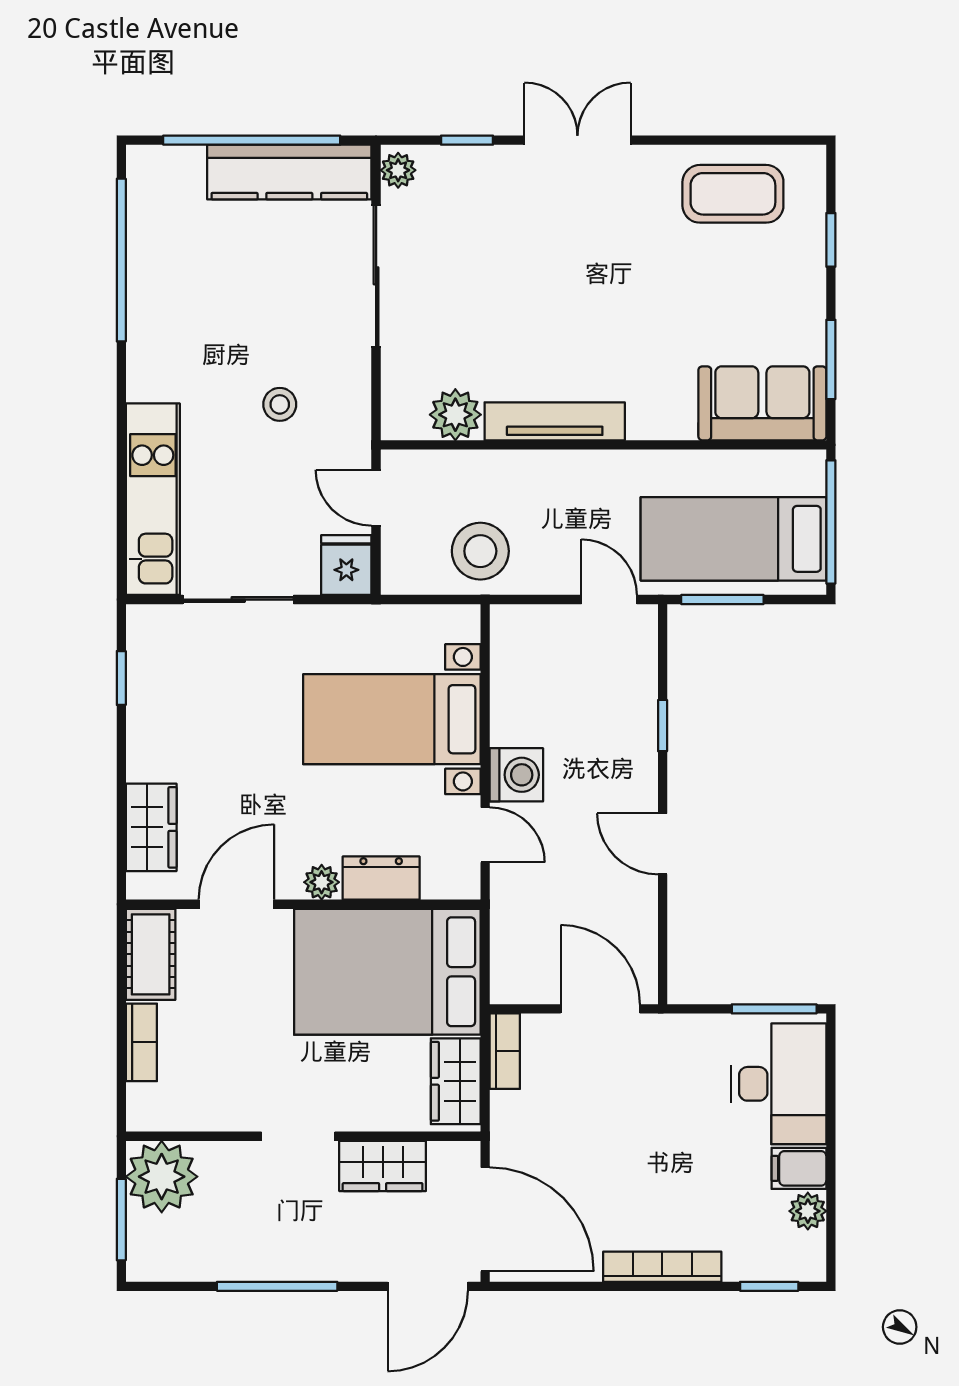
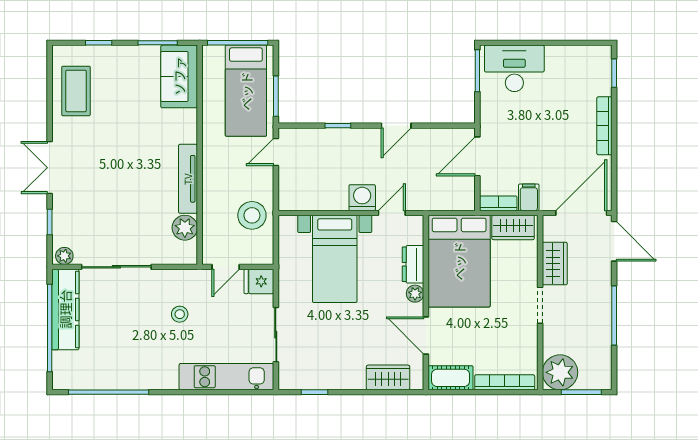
bookcase: (141, 1042) -> (505, 382), width x1.56
filing cabinet: (799, 1168) -> (529, 197), moved, turned 180
plant: (808, 1211) -> (577, 54), removed

